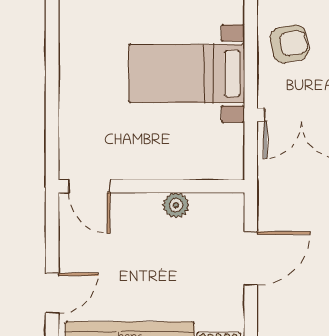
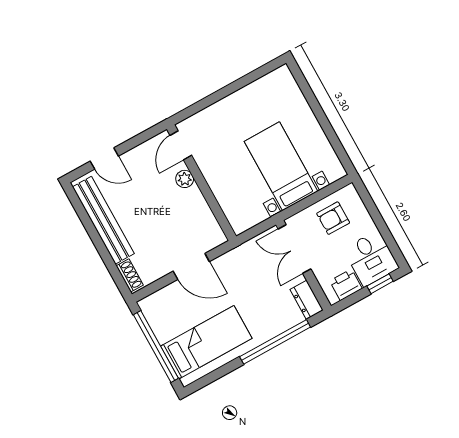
armchair: (289, 44) -> (333, 218), turned 101
plant: (176, 205) -> (185, 179), moved

